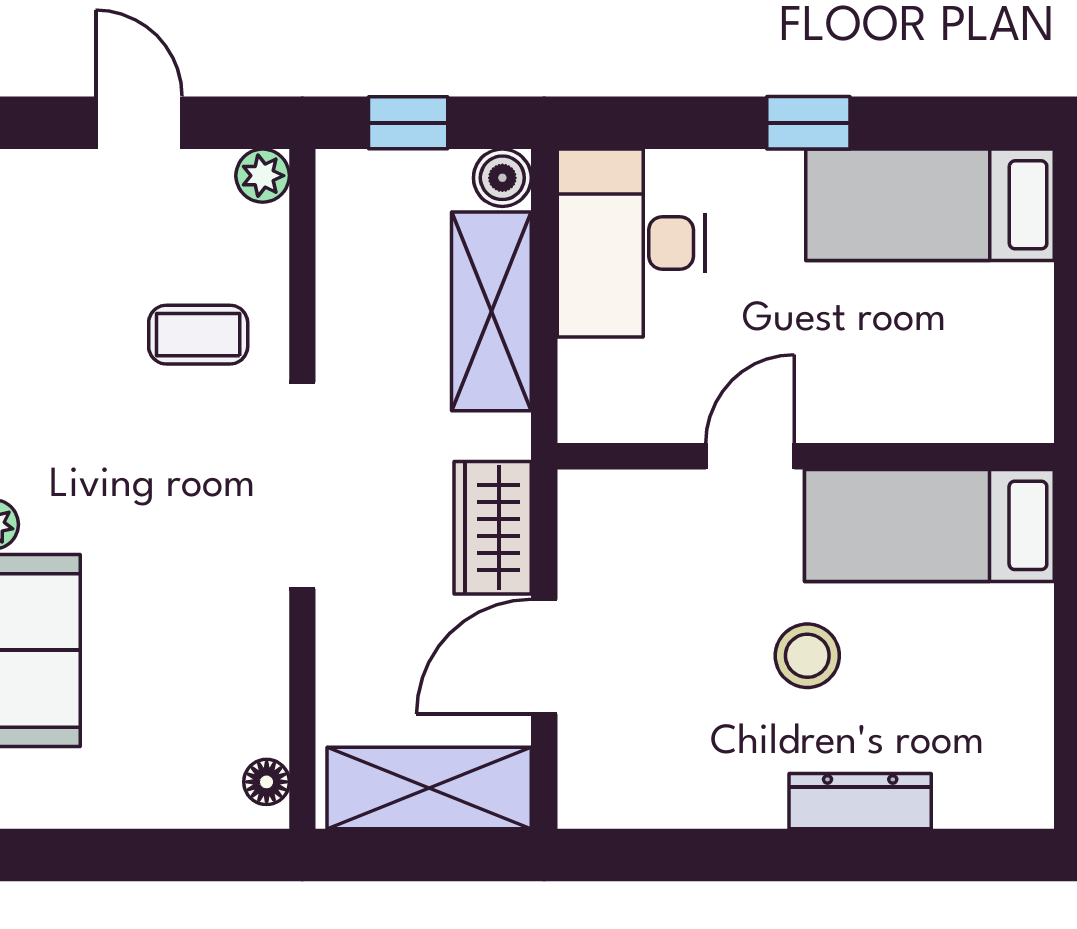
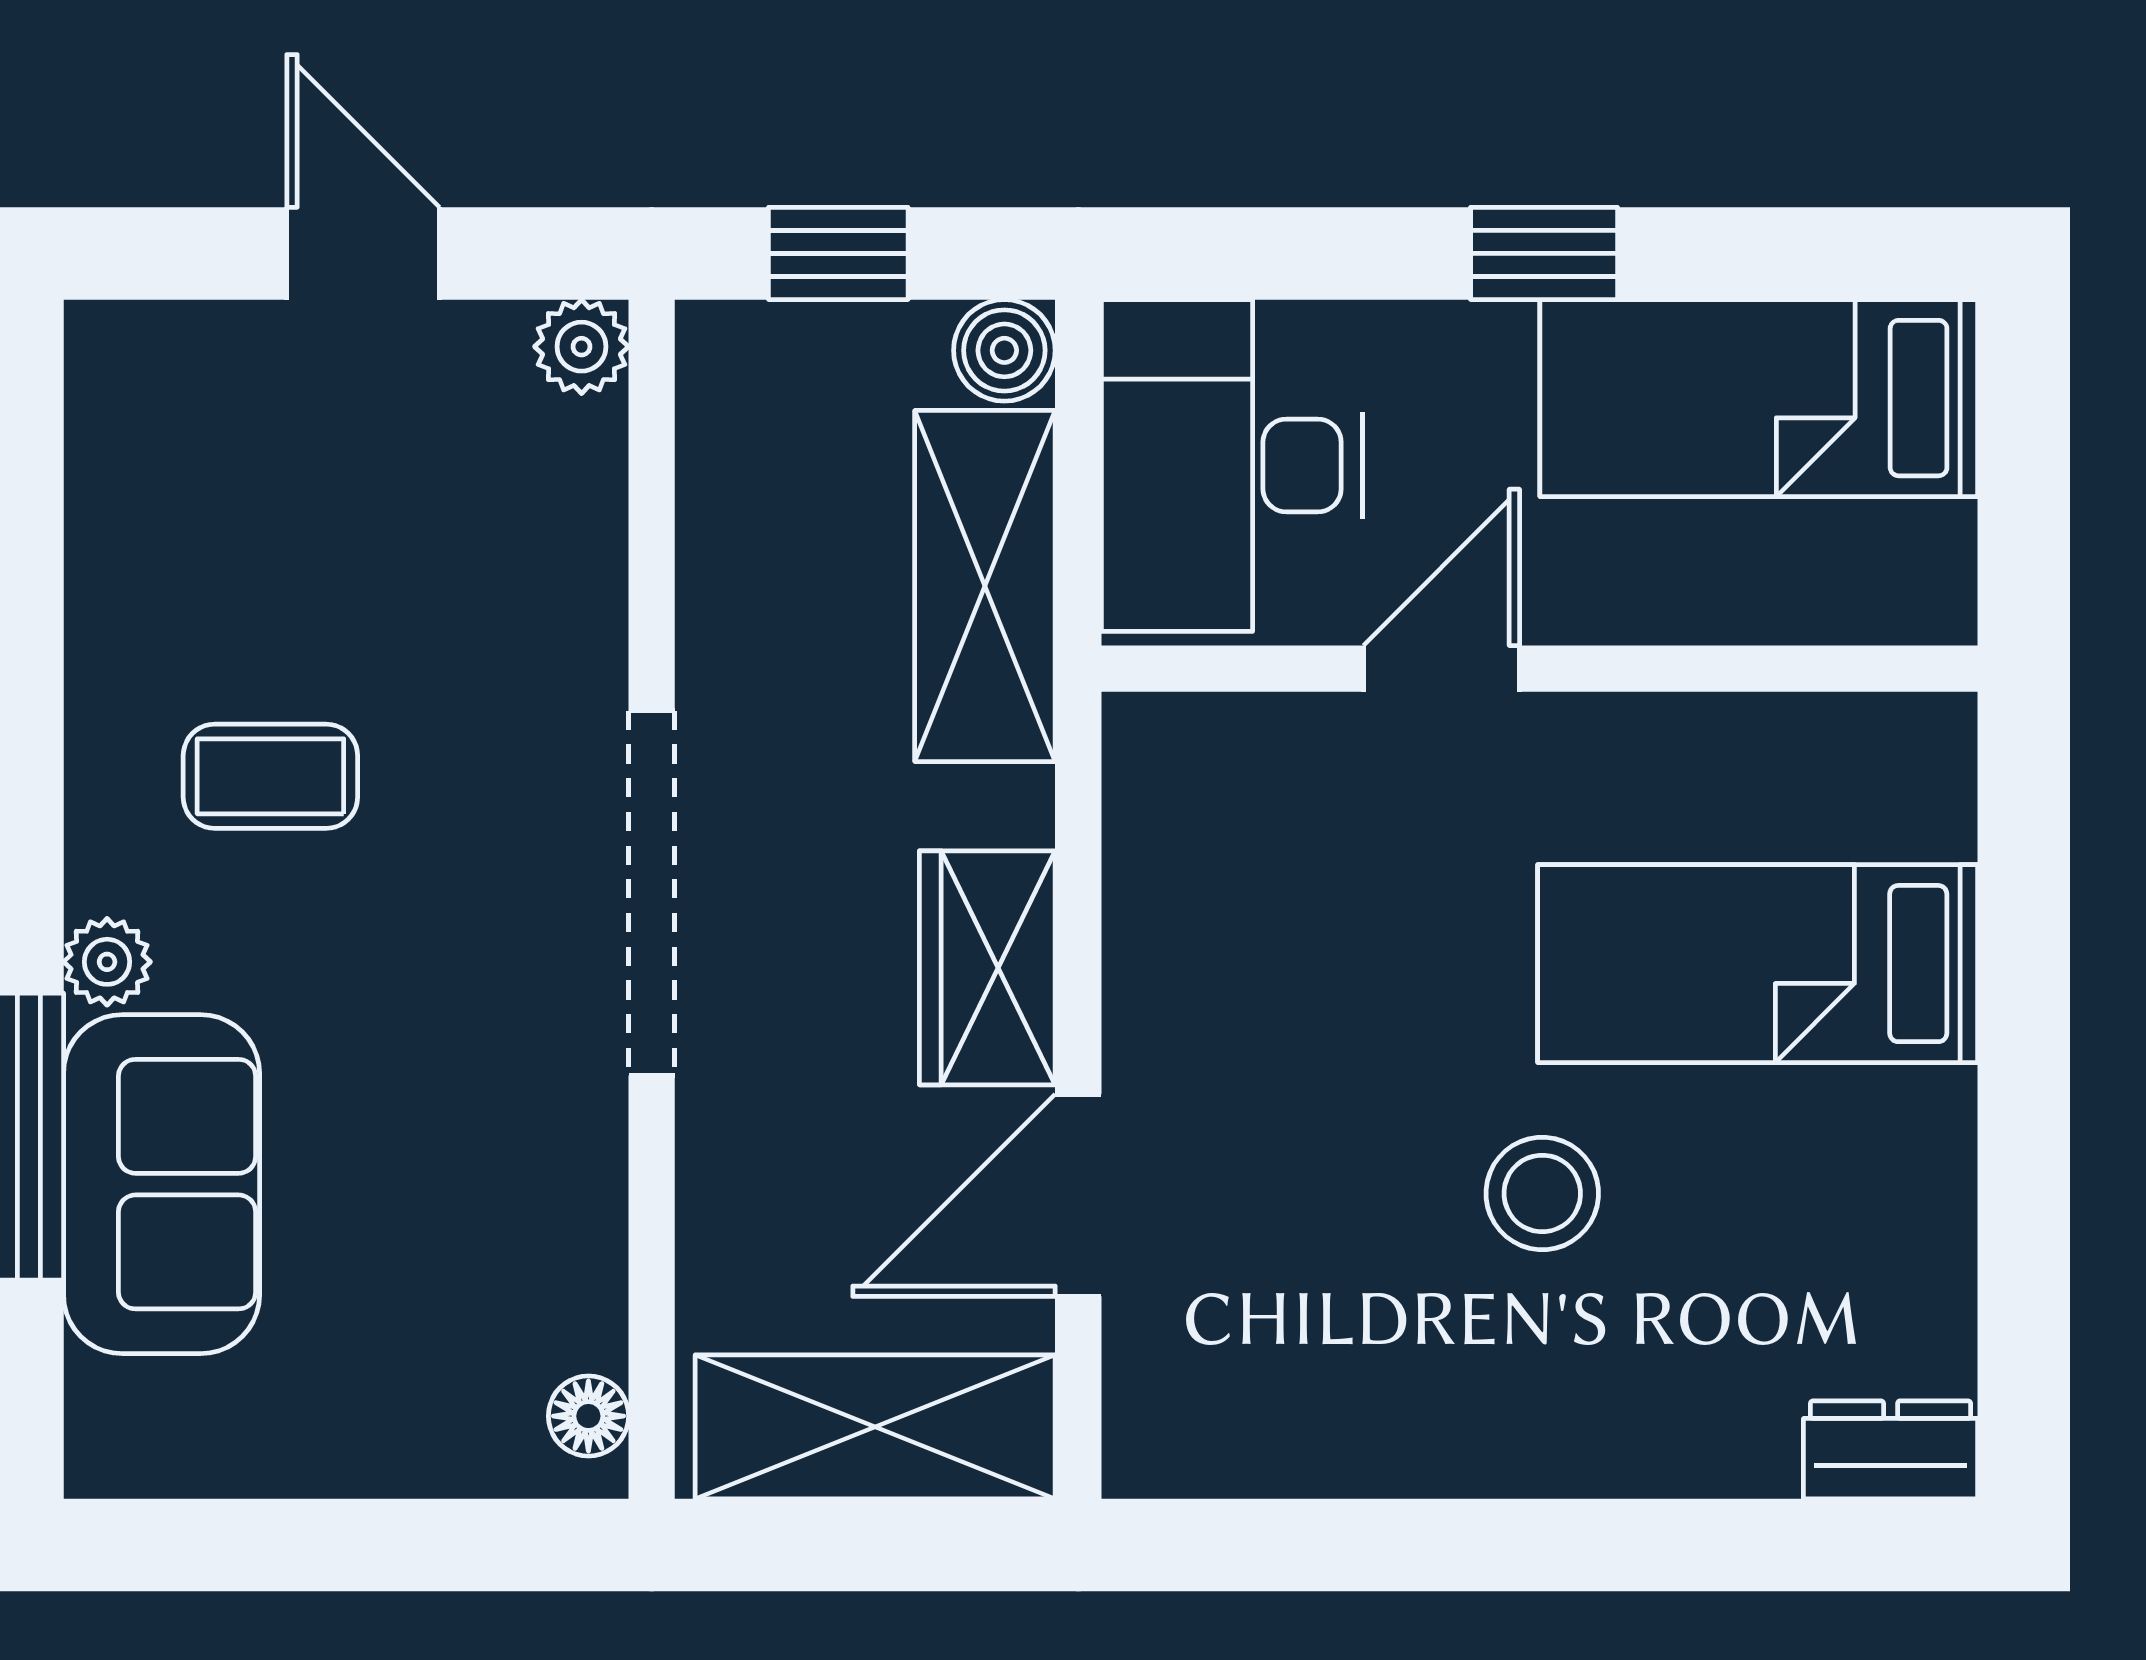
coffee table: (198, 335) -> (270, 776), moved
door: (750, 456) -> (1441, 669), moved
wall: (806, 456) -> (1539, 669), moved
dresser: (860, 801) -> (1891, 1450), moved, width x0.70

